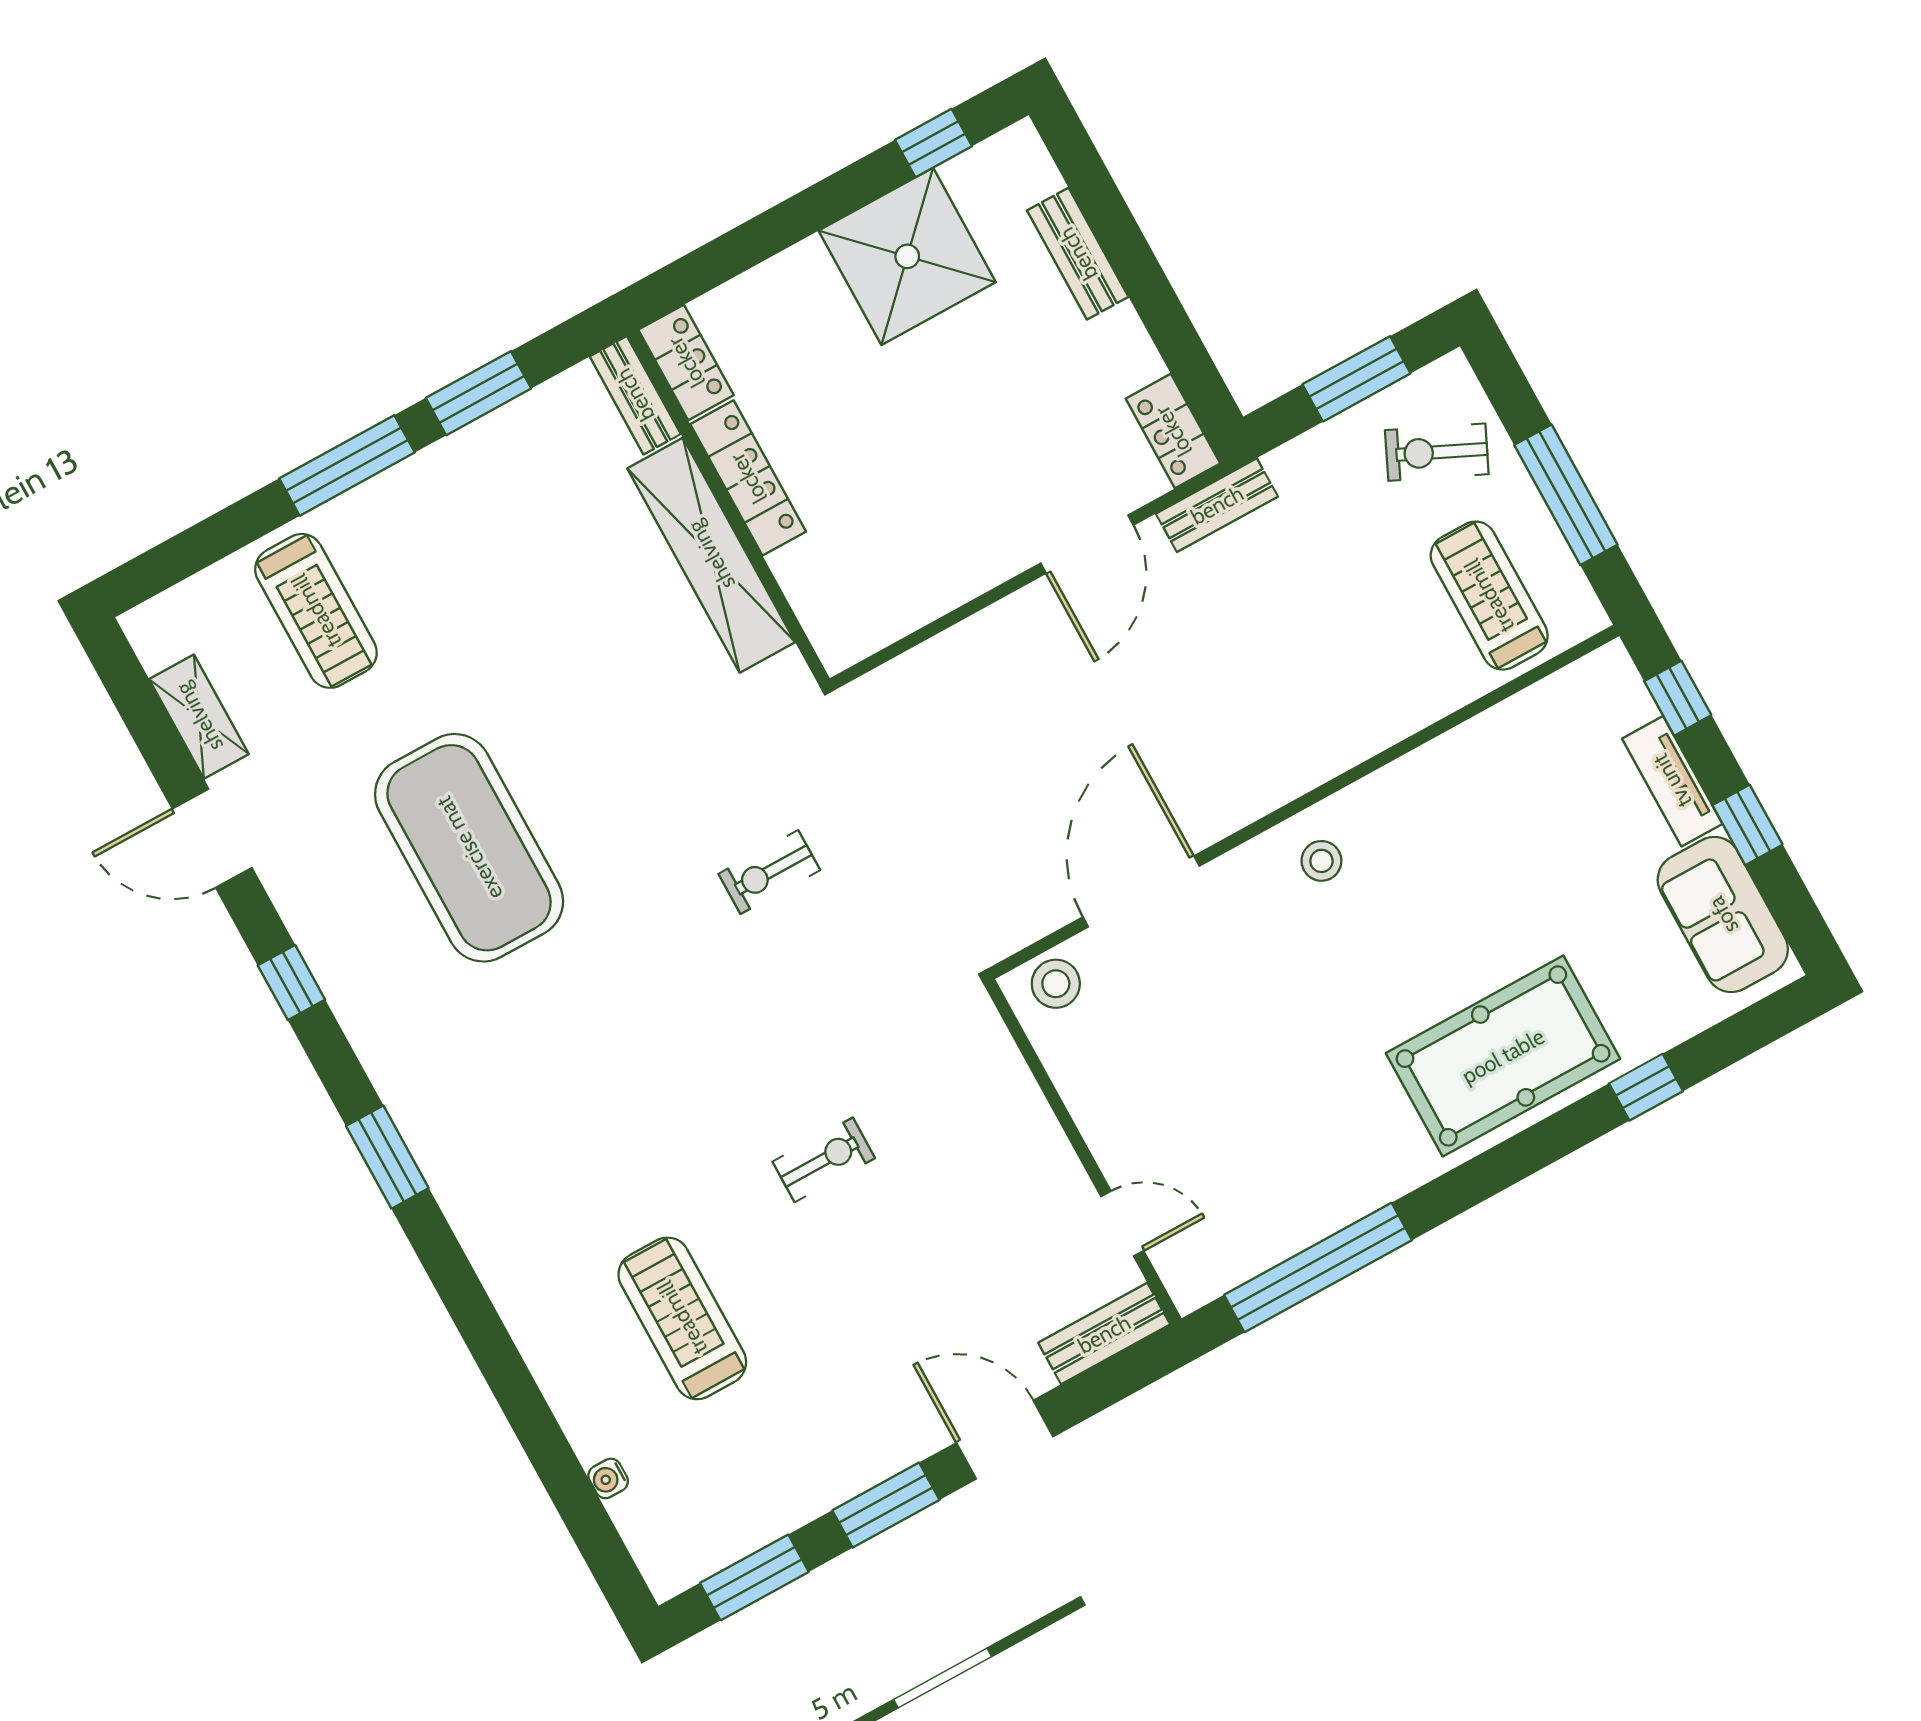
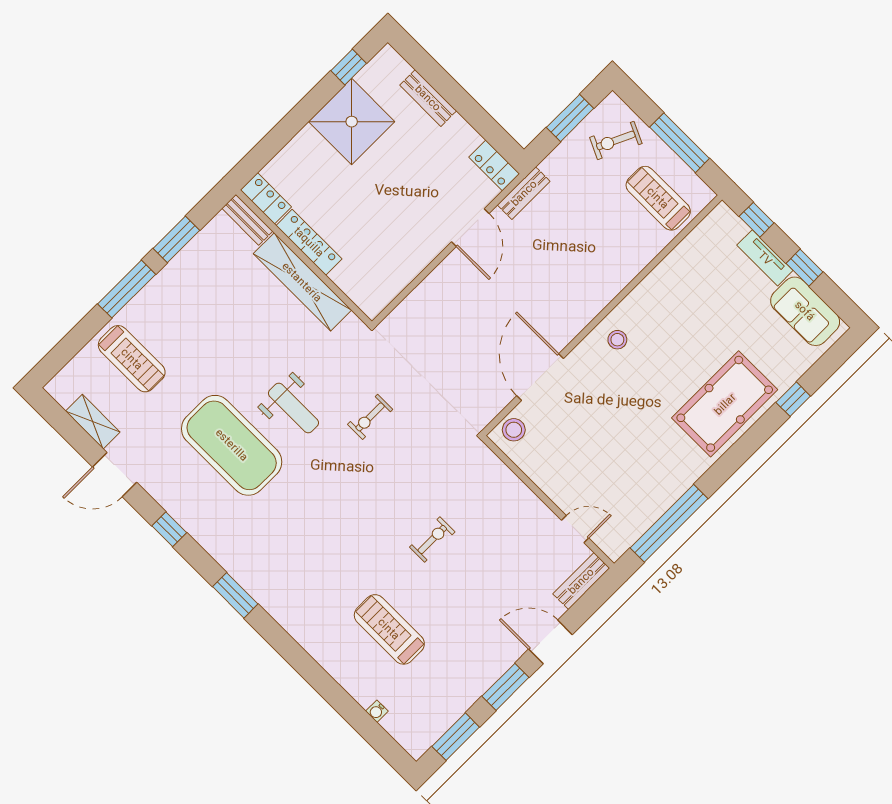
weight bench: (618, 808) -> (293, 408), added

